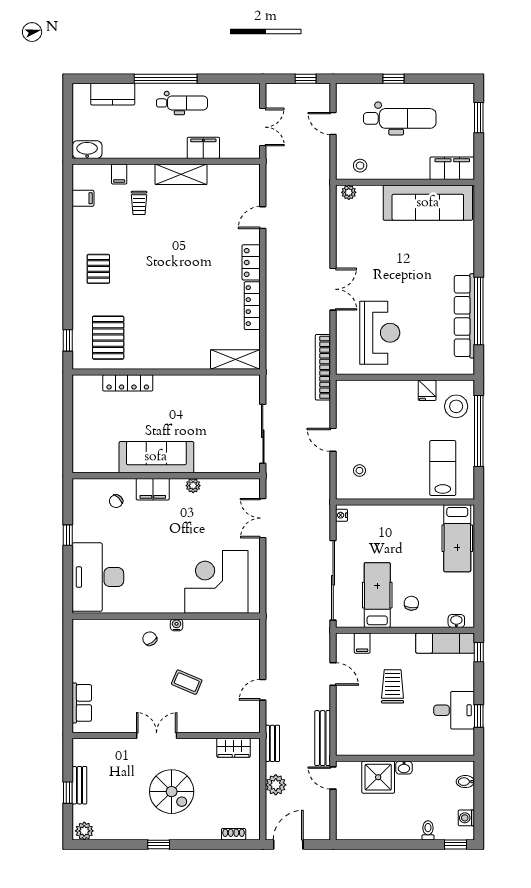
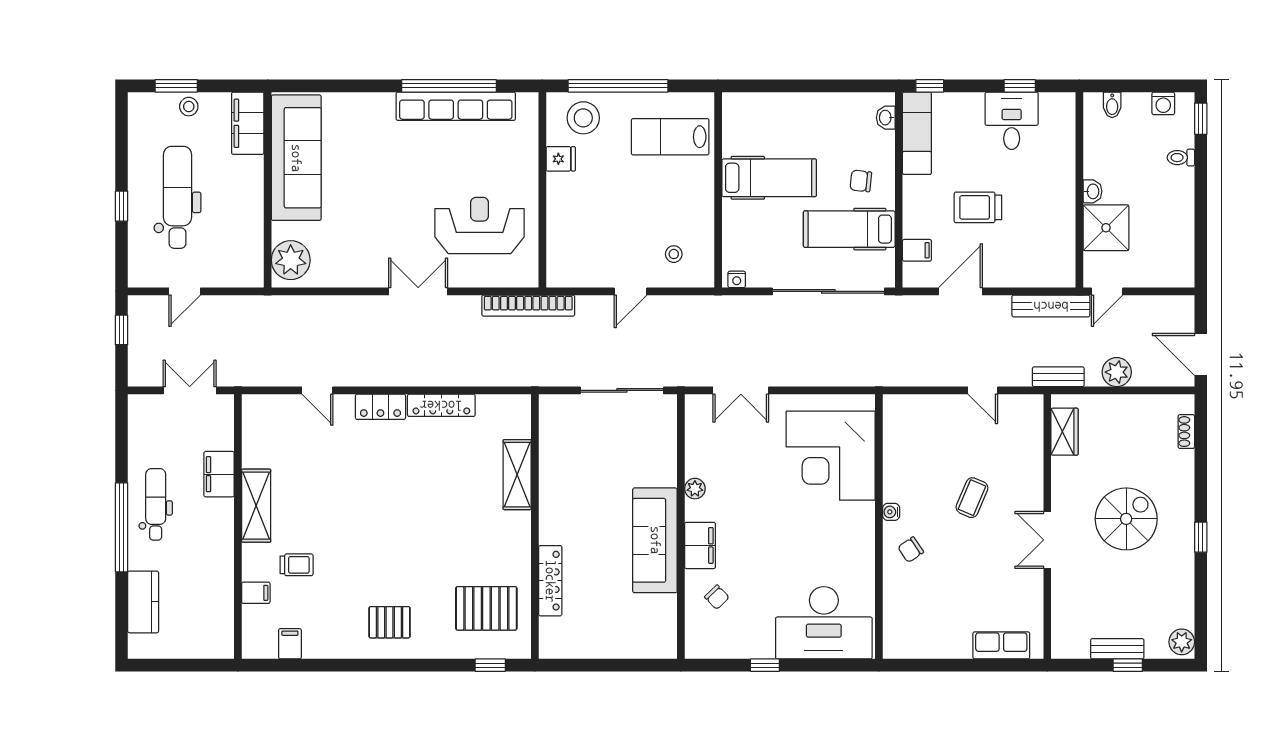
washbasin: (87, 150) -> (221, 638), removed
stool: (360, 166) -> (189, 107), moved
plant: (349, 192) -> (291, 260), width x1.87, depth x1.87
shelving: (235, 359) -> (517, 475), moved
hospital bed: (457, 538) -> (769, 178), moved
door: (333, 674) -> (960, 291), width x1.38

